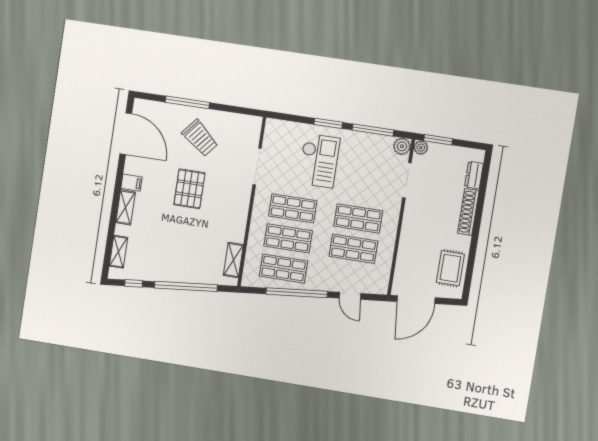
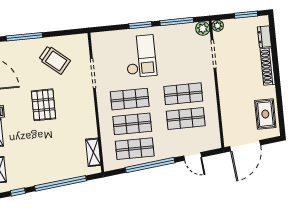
trolley: (200, 138) -> (55, 60), moved
window: (438, 140) -> (246, 15), moved

